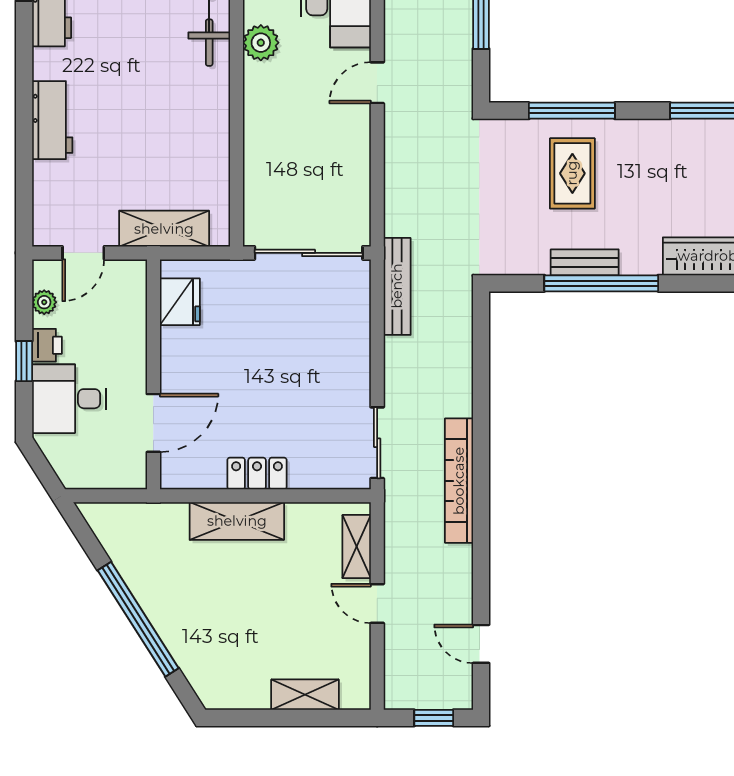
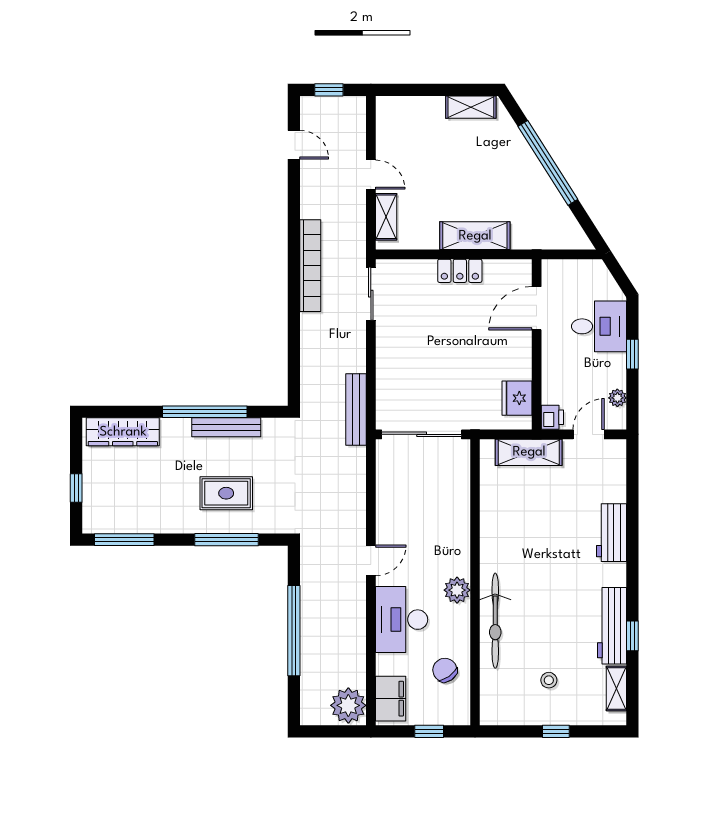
rug: (572, 173) -> (226, 493), turned 90
bench: (585, 262) -> (226, 427), width x1.36
printer: (47, 345) -> (552, 417), moved, turned 180
shelving: (305, 695) -> (471, 107), moved

